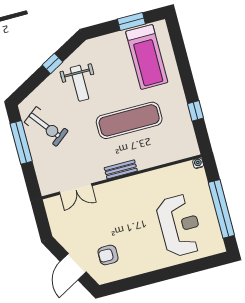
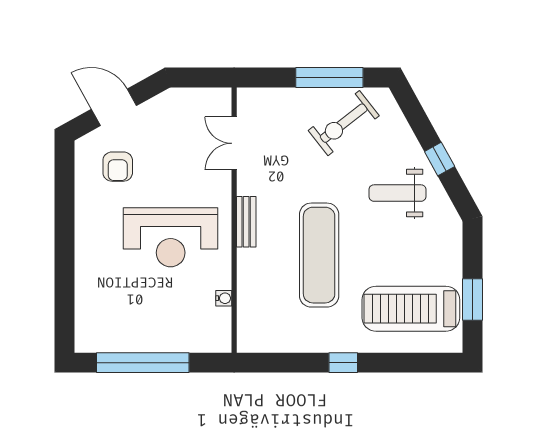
window: (196, 111) -> (343, 363), moved
water cooler: (198, 163) -> (224, 298), moved
reception desk: (180, 225) -> (171, 237), moved
armchair: (108, 255) -> (118, 167), turned 180

